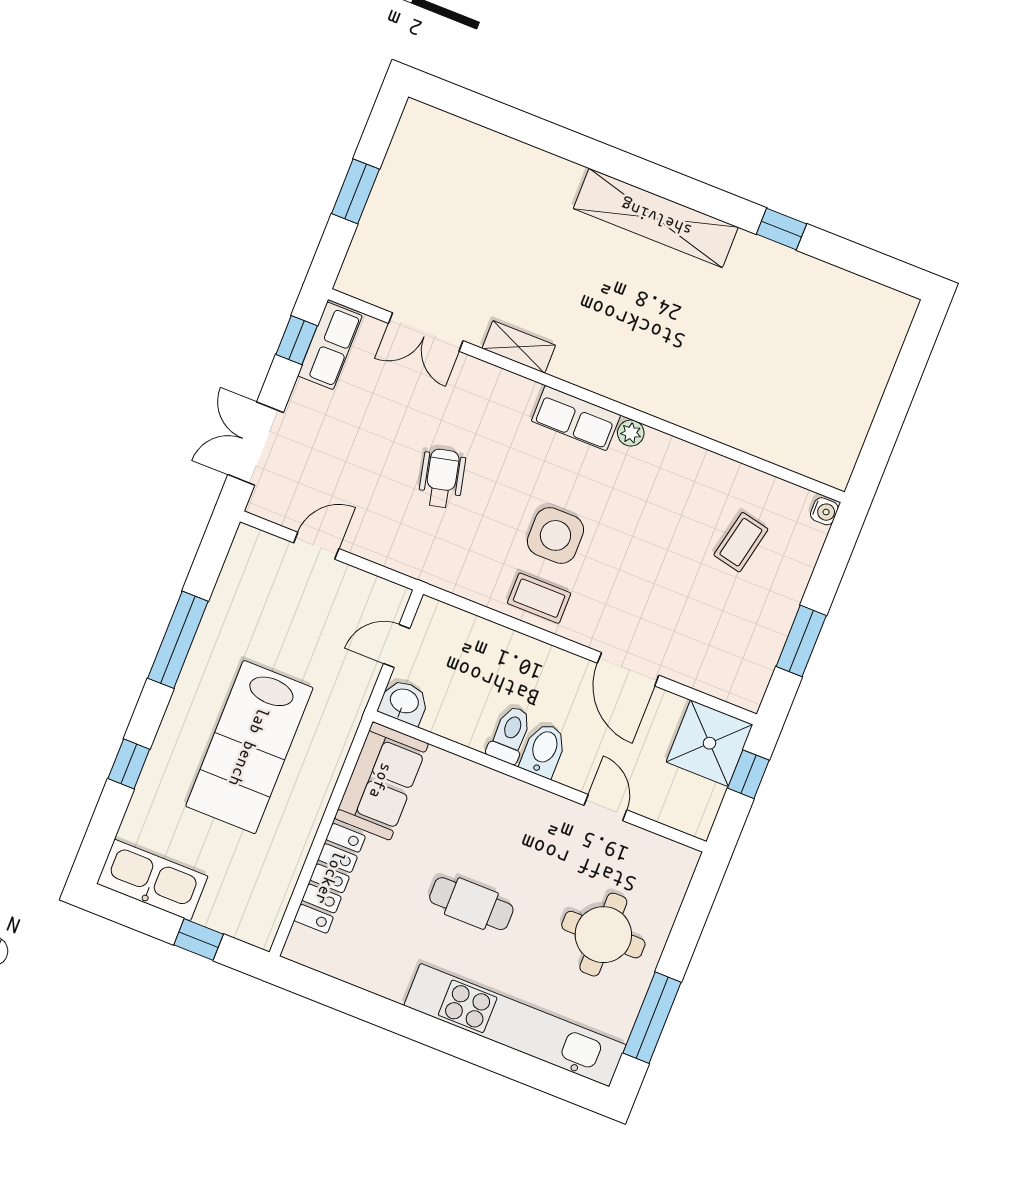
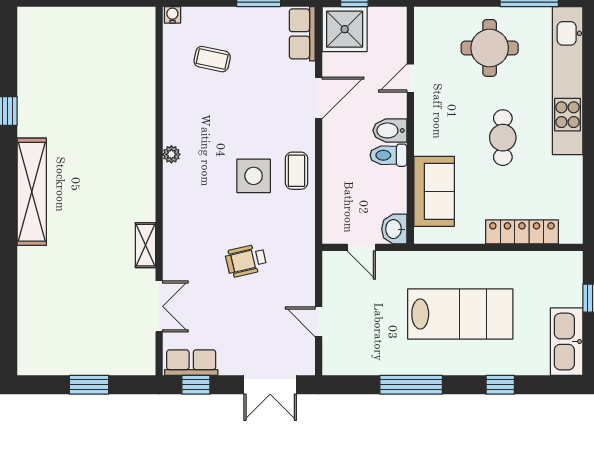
row of seats: (576, 418) -> (302, 34), moved, turned 180
sofa: (381, 781) -> (434, 191), moved, turned 90

